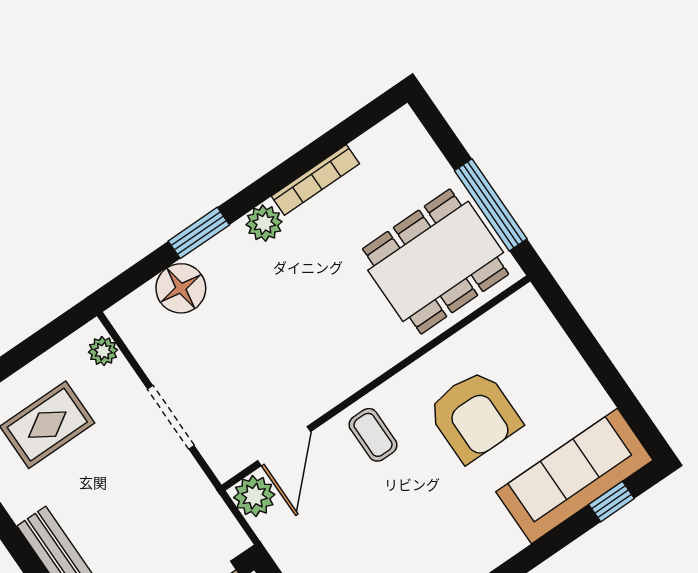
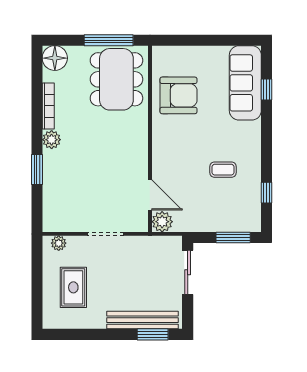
floor lamp: (181, 288) -> (55, 58), moved
armchair: (474, 416) -> (178, 95), moved
coffee table: (373, 435) -> (223, 170), moved
window: (612, 502) -> (267, 89), moved

